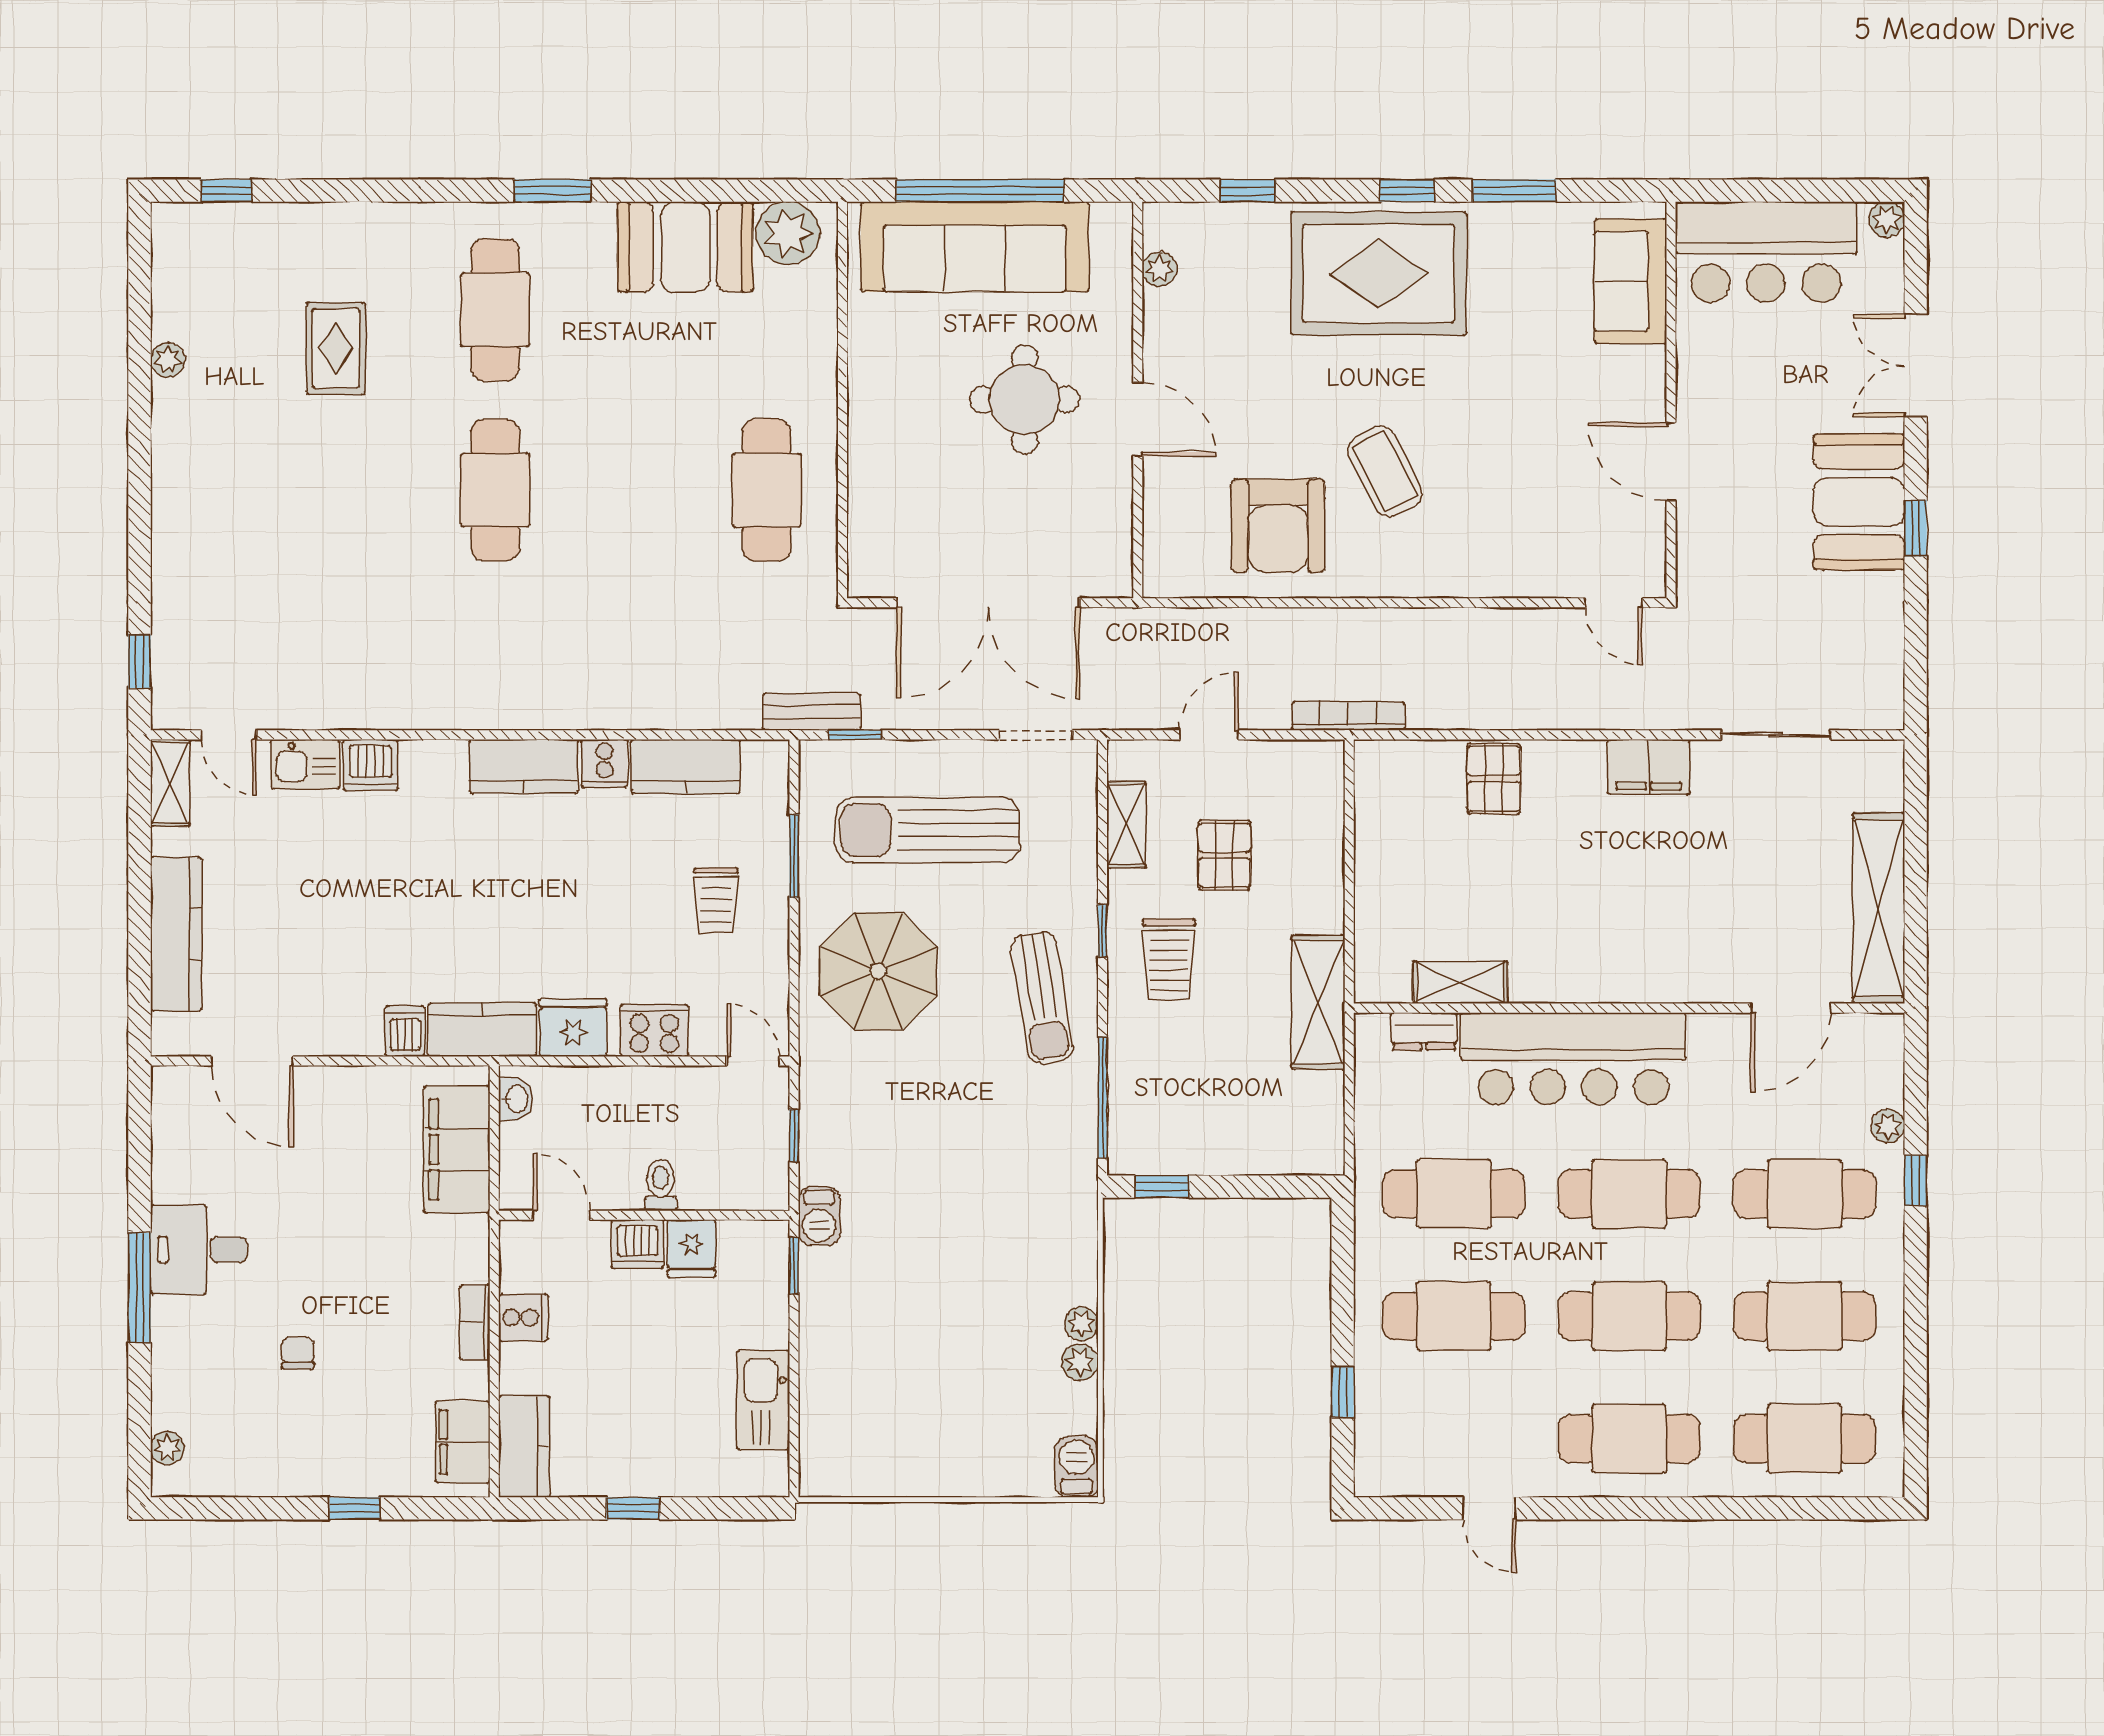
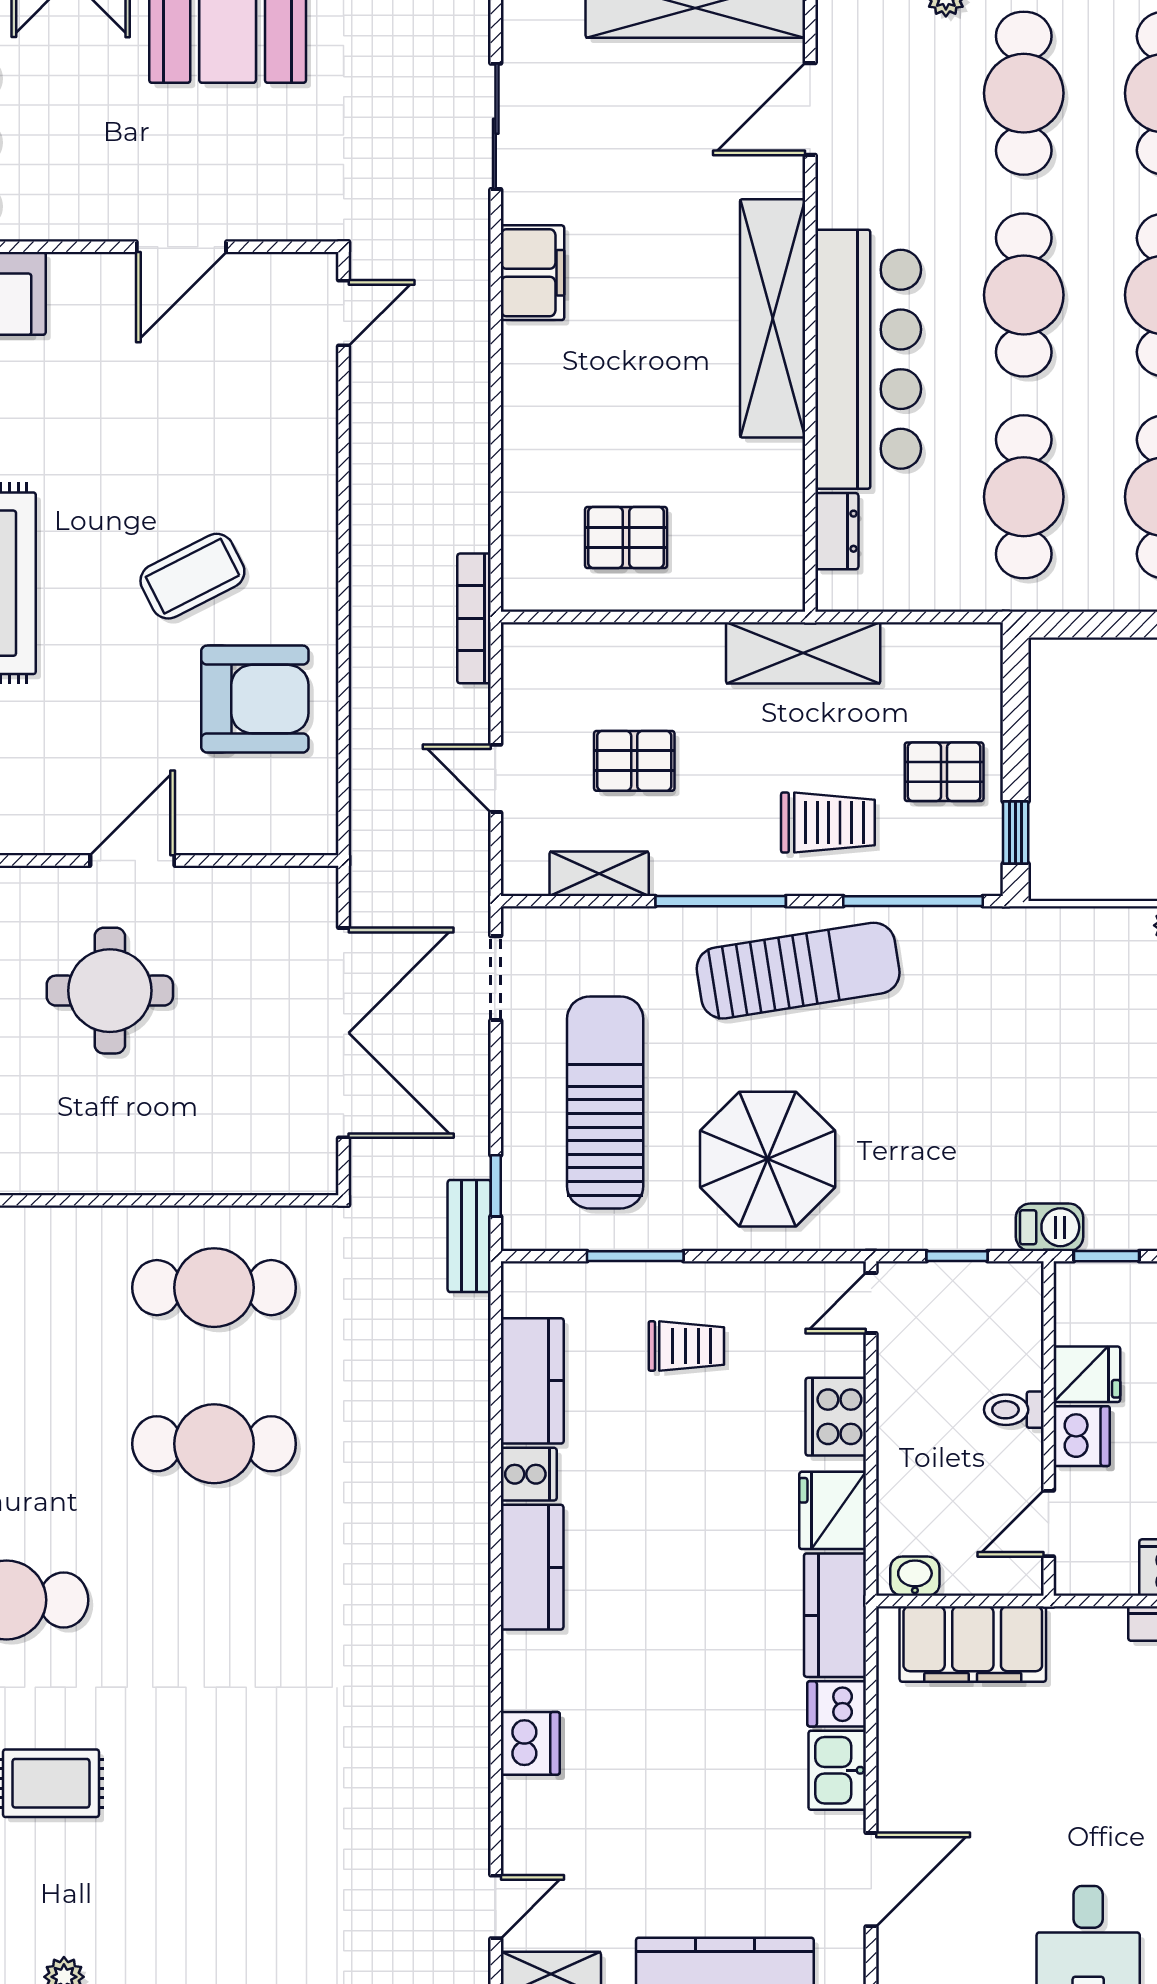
cafe table: (495, 490) -> (214, 1444), moved
kitchen sink: (305, 764) -> (837, 1770), moved, turned 180
pallet: (1494, 779) -> (626, 538), moved
sun lounger: (928, 830) -> (605, 1102), turned 180
window: (1103, 930) -> (721, 901), width x2.17
trolley: (1169, 960) -> (828, 823), moved
shelving: (1461, 983) -> (773, 318), moved, width x2.20, depth x1.33
sun lounger: (1042, 998) -> (798, 971), width x1.36, depth x1.34
door: (1791, 1008) -> (810, 109), swing flipped
pallet: (1215, 1124) -> (944, 772), added

